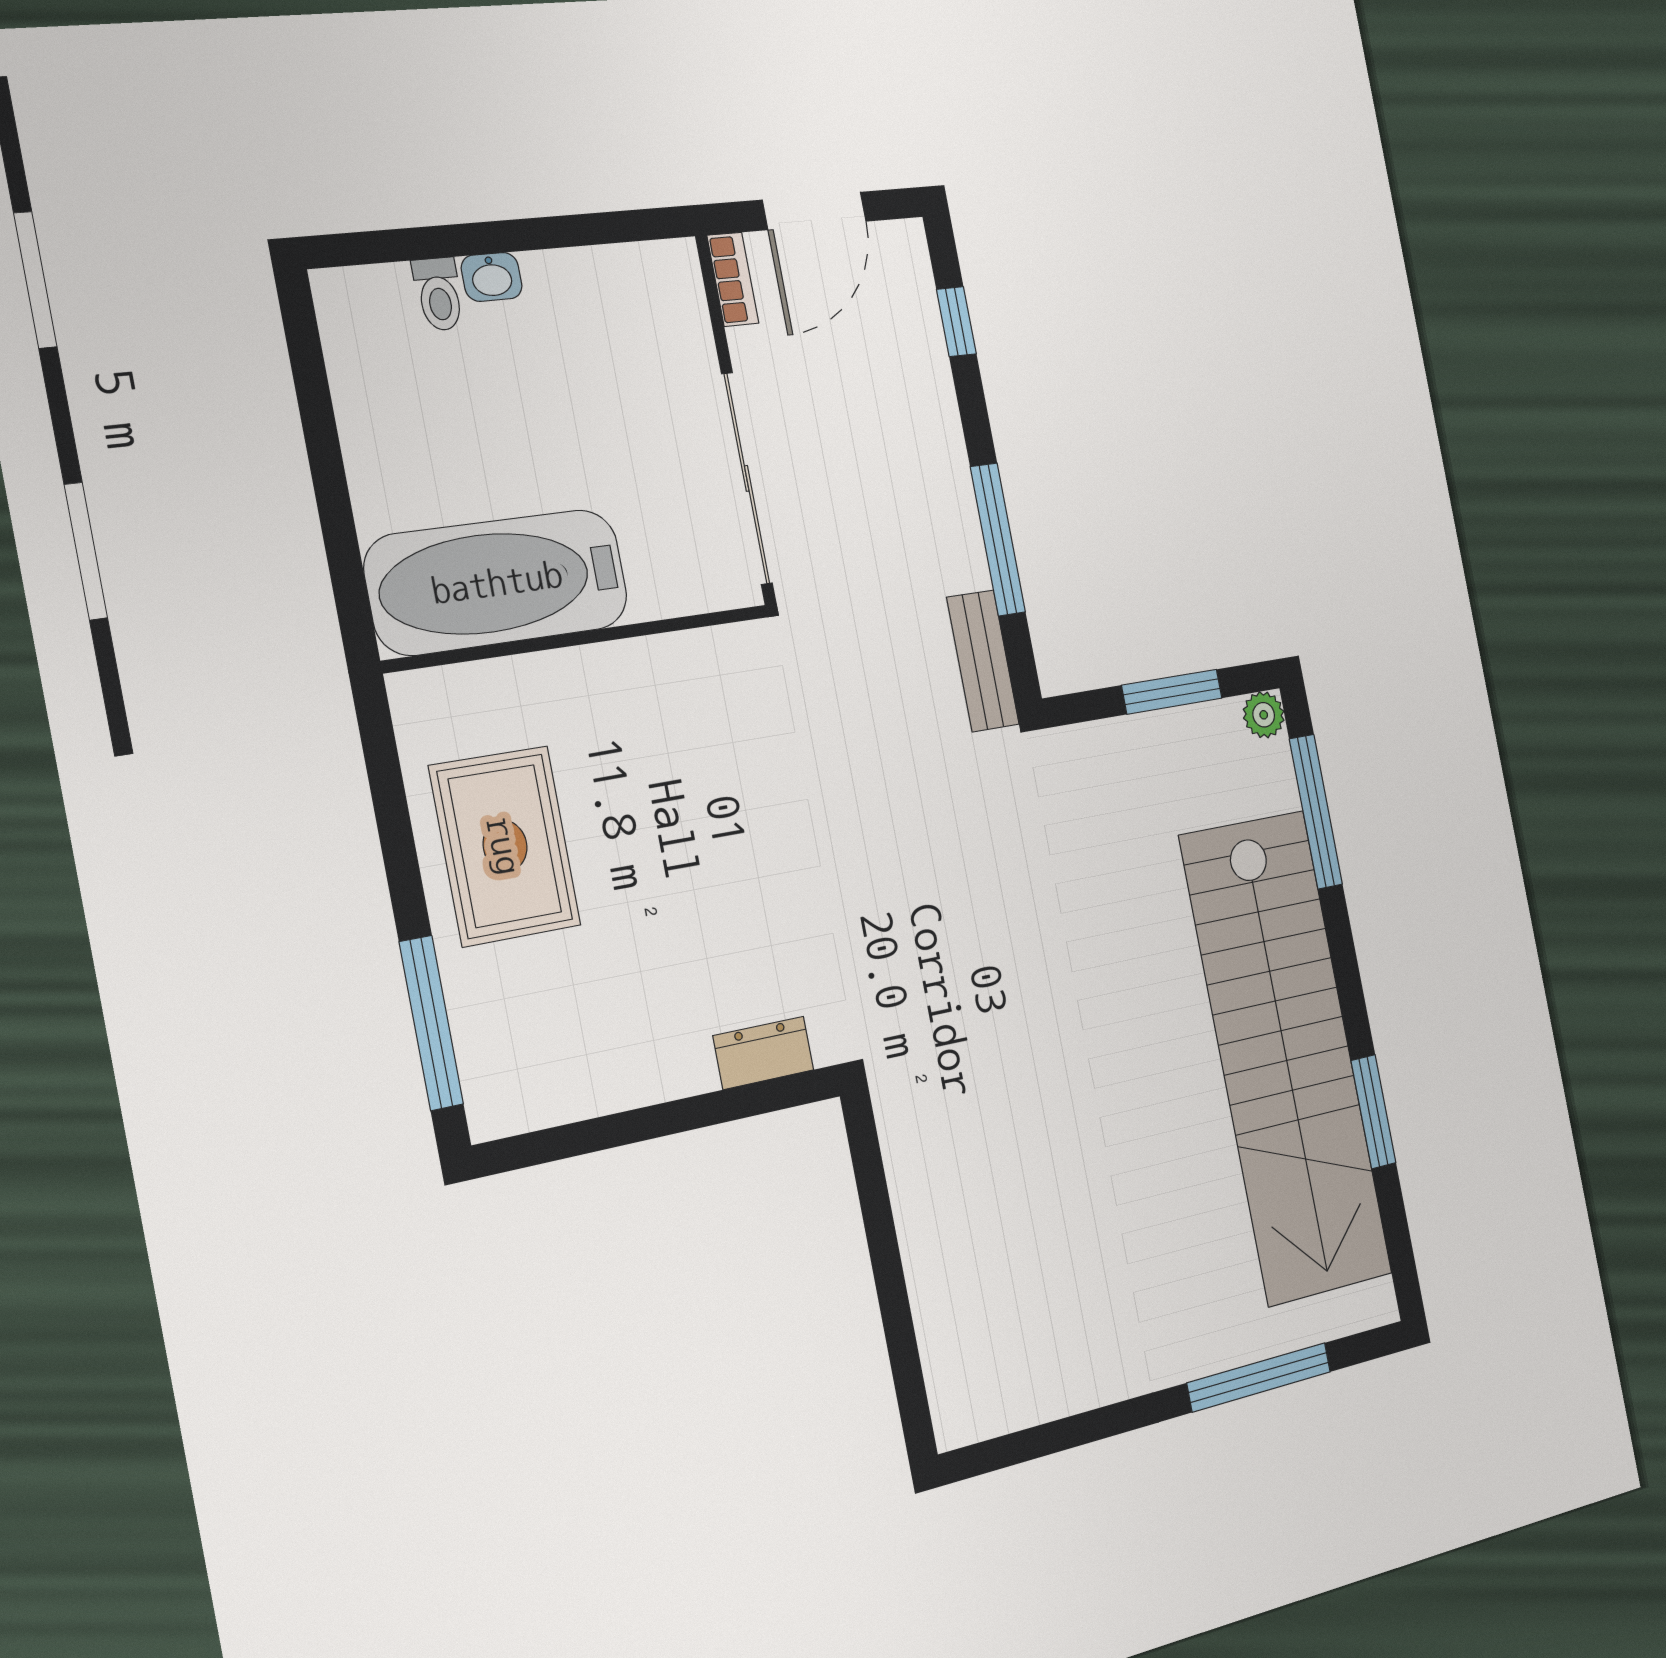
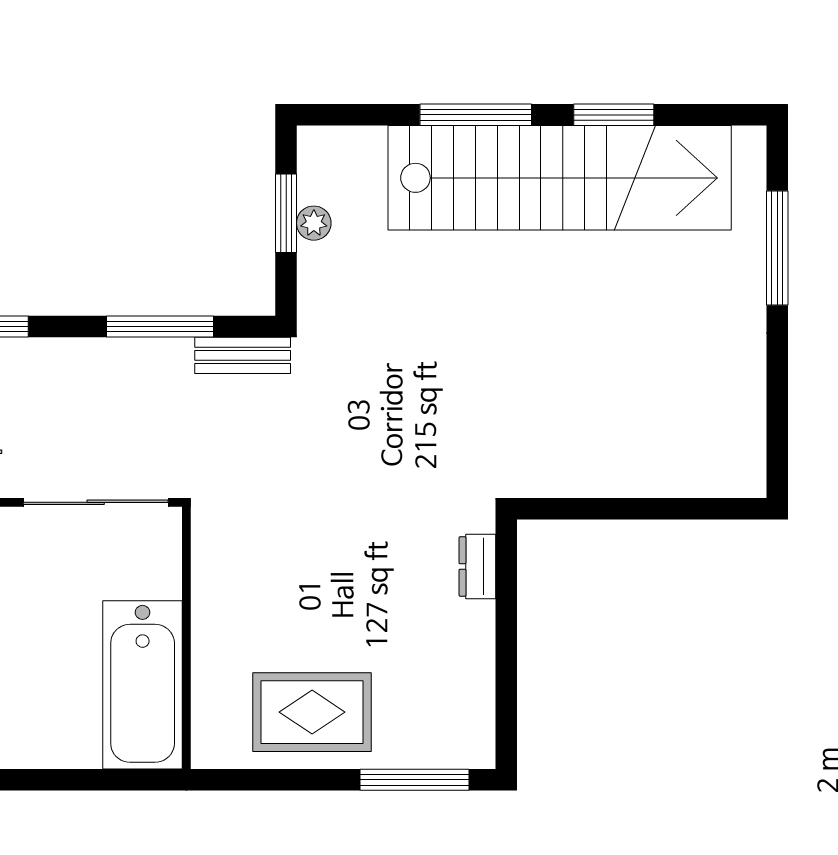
plant: (1264, 715) -> (314, 223), moved
window: (1316, 812) -> (476, 115), moved

